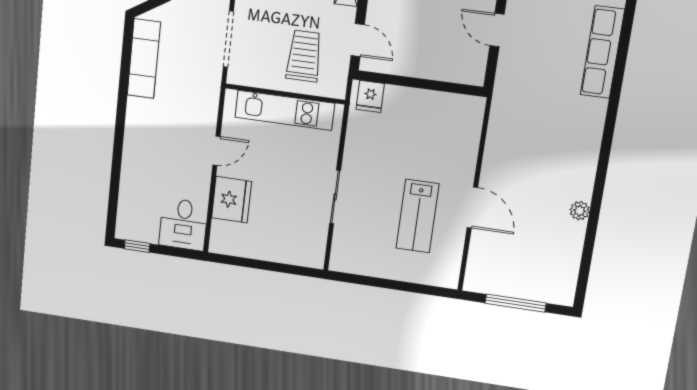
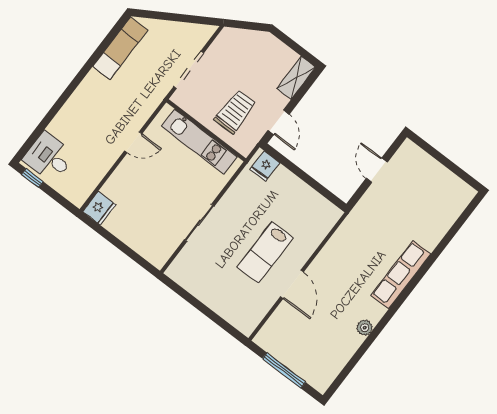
row of seats: (602, 52) -> (401, 275), moved
fridge: (232, 200) -> (99, 208), moved, width x0.73, depth x0.75
lab bench: (417, 216) -> (265, 253), moved
desk: (183, 224) -> (49, 157), moved, turned 90

